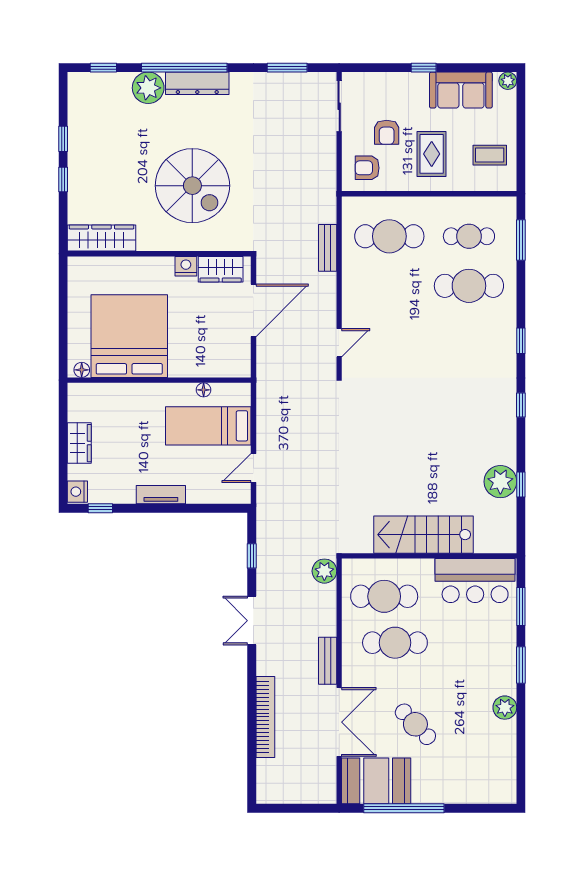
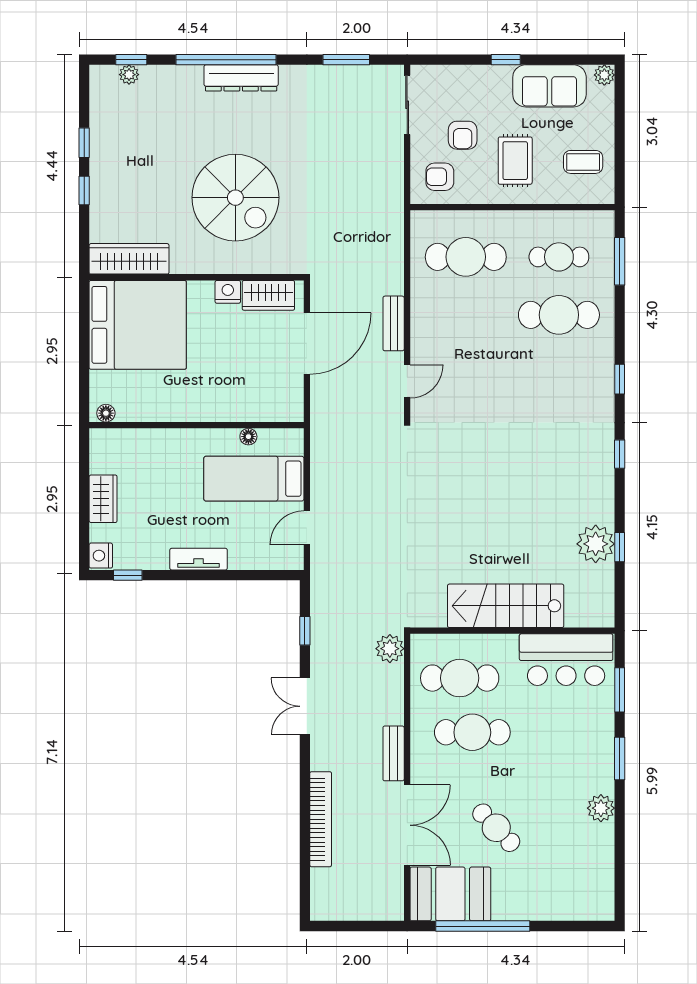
plant: (148, 88) -> (129, 75), moved, width x0.53, depth x0.53
bench: (328, 248) -> (394, 323), moved
bed: (129, 336) -> (138, 325), moved, turned 90

